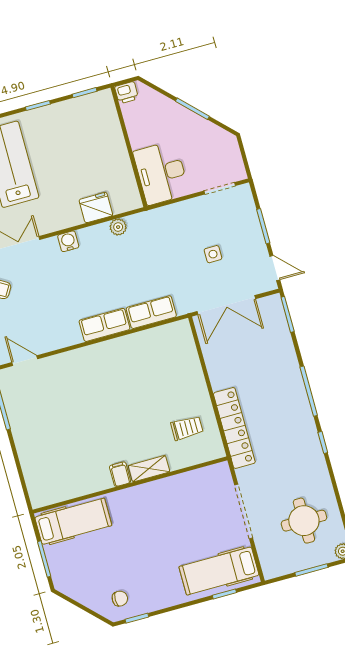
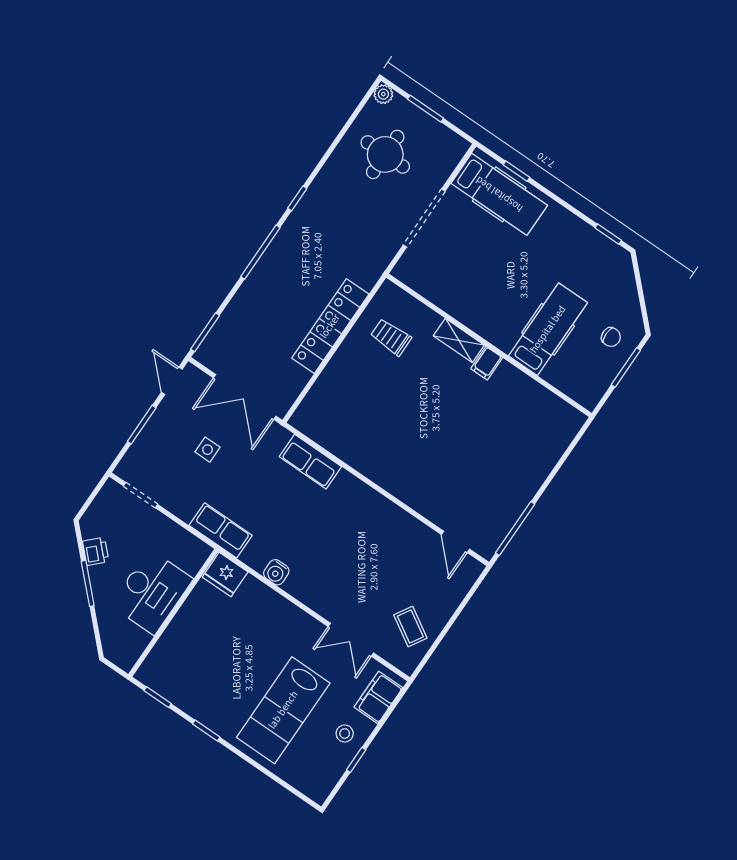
printer: (127, 93) -> (96, 551), moved, turned 45
desk: (161, 173) -> (152, 592), moved
fridge: (96, 208) -> (225, 575), moved
plant: (118, 227) -> (257, 560), removed
water cooler: (68, 241) -> (276, 572), moved
double door: (226, 305) -> (245, 397), swing flipped
row of seats: (104, 325) -> (221, 530), moved, turned 180
locker: (234, 428) -> (330, 326), moved
hospital bed: (73, 521) -> (548, 329), moved, turned 90
chair: (120, 599) -> (611, 337), moved, turned 180

